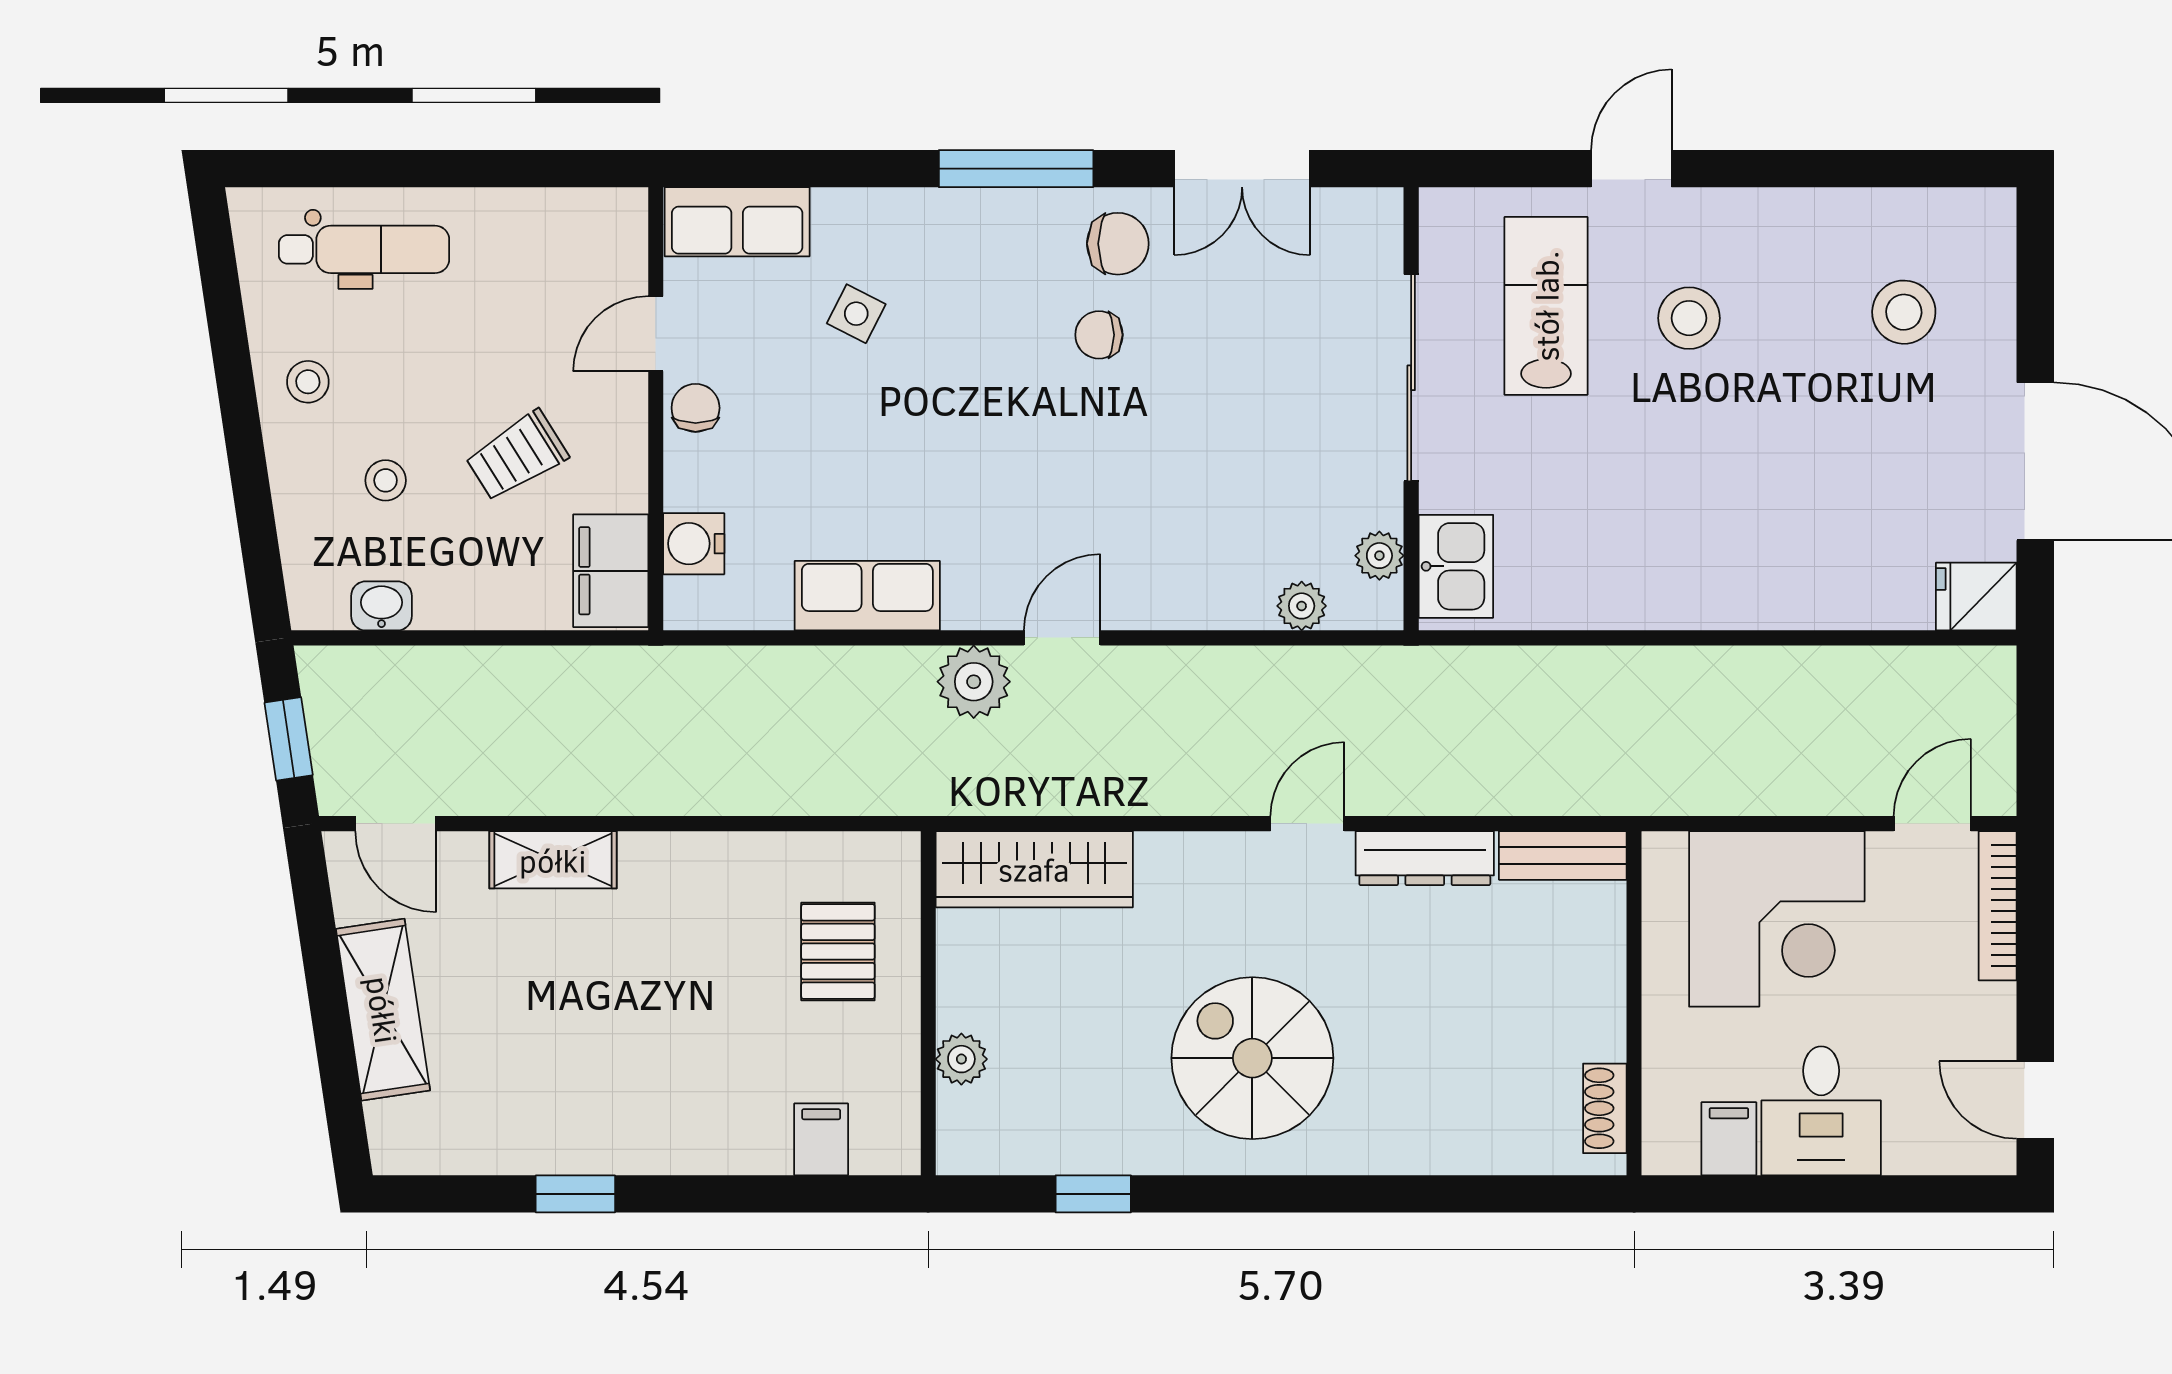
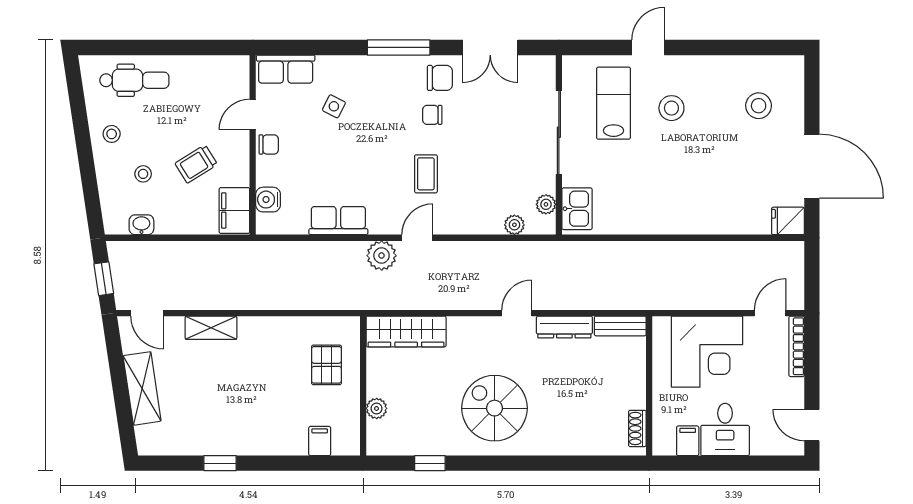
chair: (696, 408) -> (269, 144), turned 90
coffee table: (1083, 480) -> (426, 174), added

